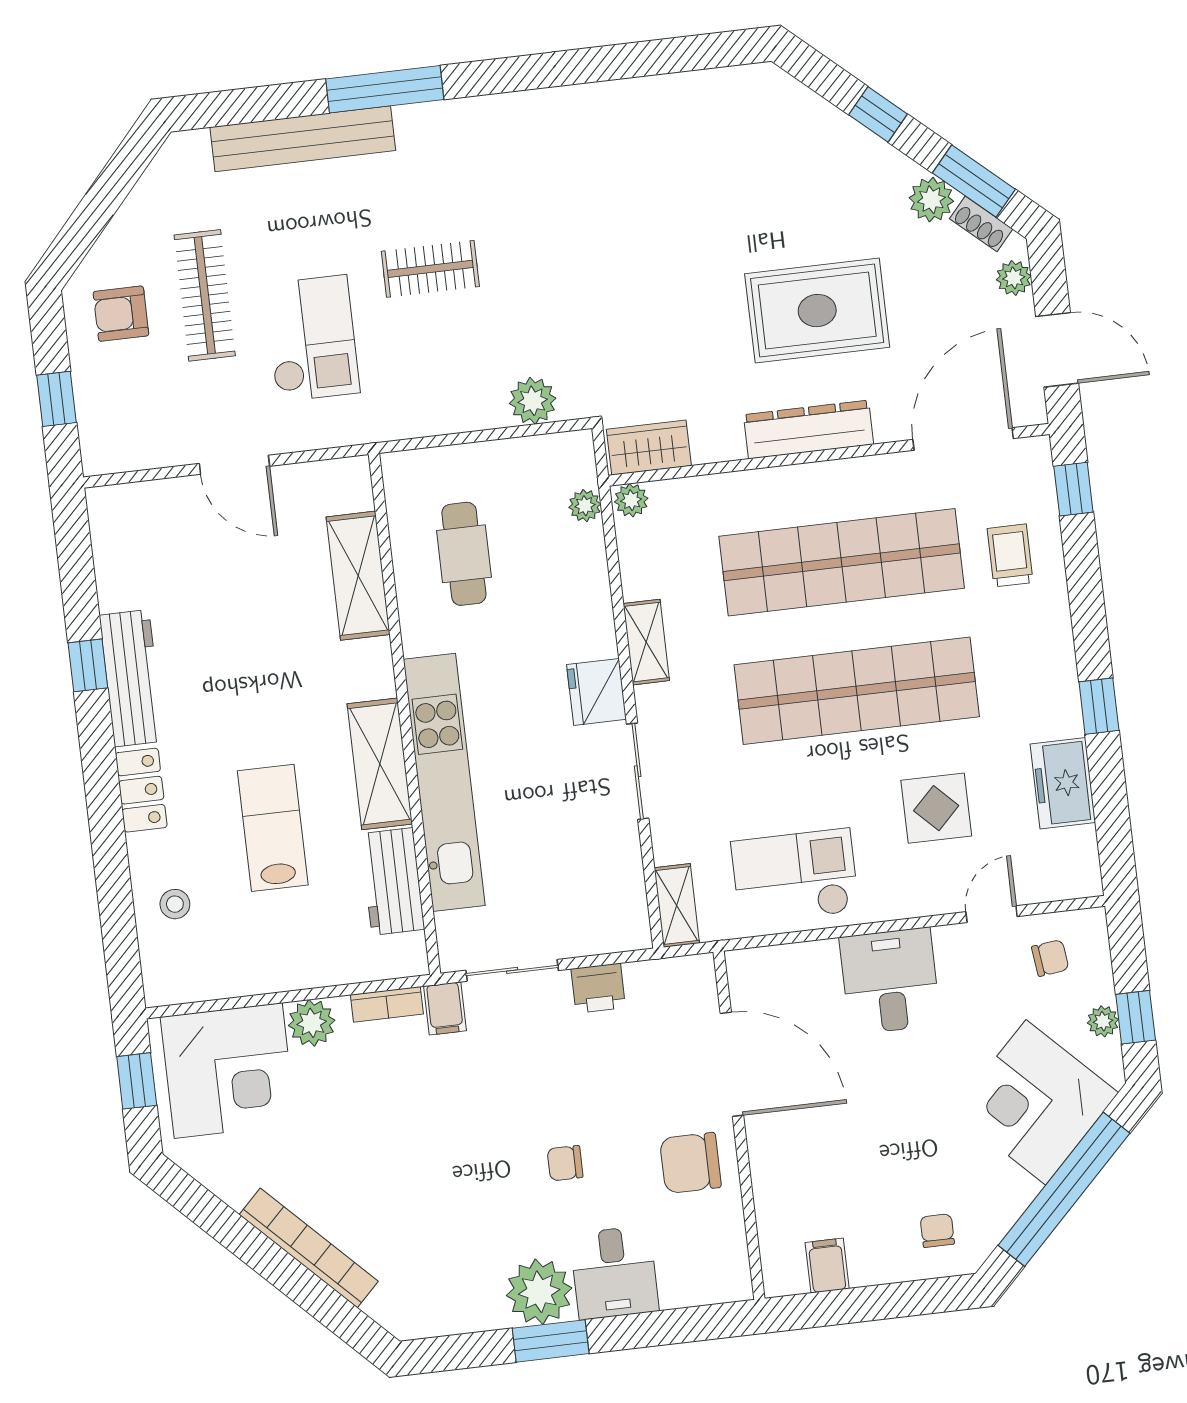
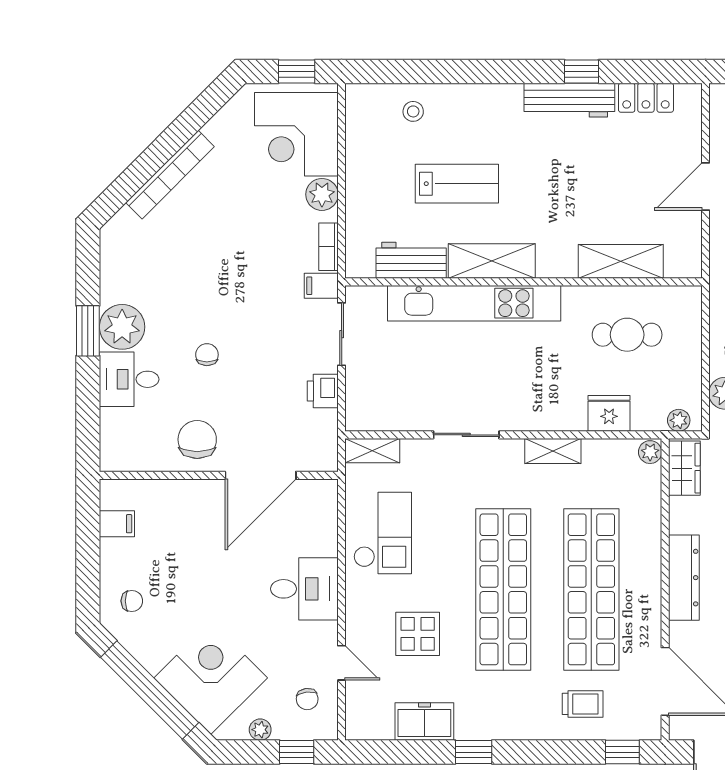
plant: (585, 506) -> (679, 420), moved
fridge: (597, 692) -> (609, 413), moved
locker: (141, 790) -> (646, 98), moved
window: (1136, 1017) -> (297, 752), moved

